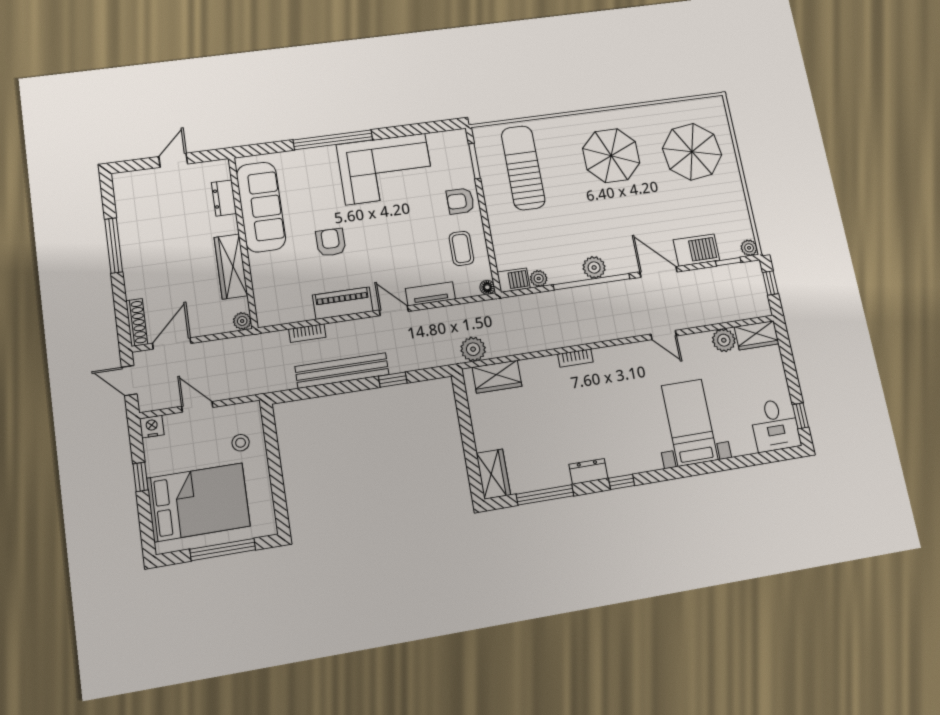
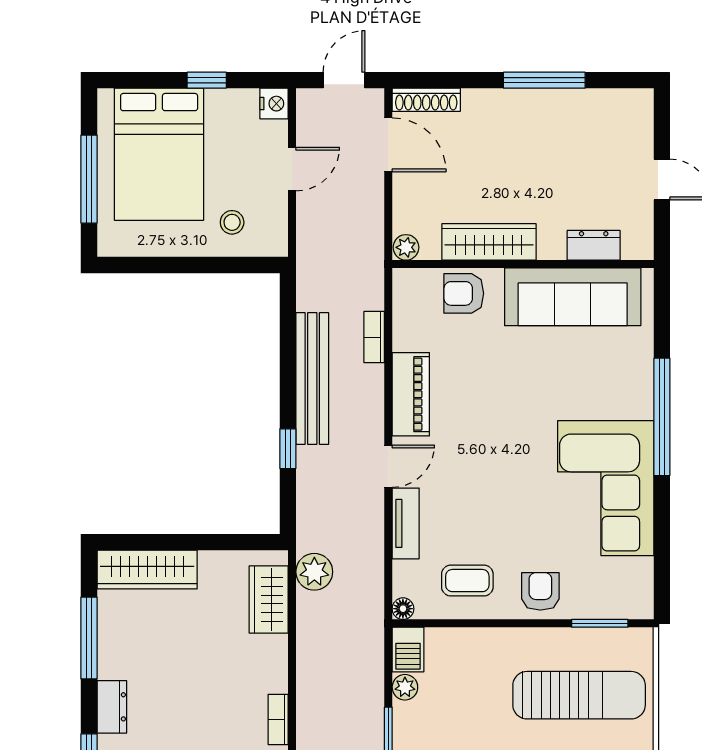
armchair: (331, 242) -> (464, 293), moved, turned 180
wardrobe: (493, 474) -> (147, 570), width x1.50

